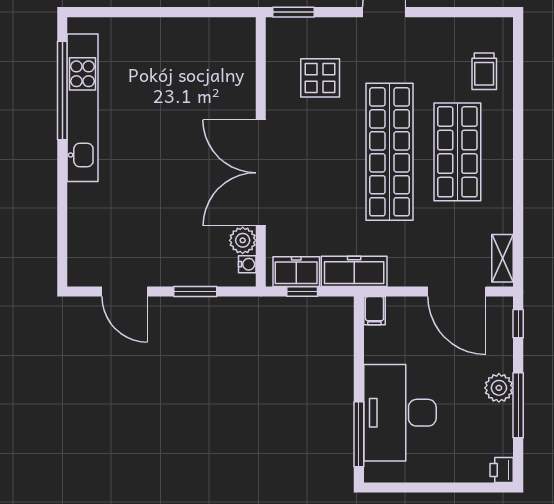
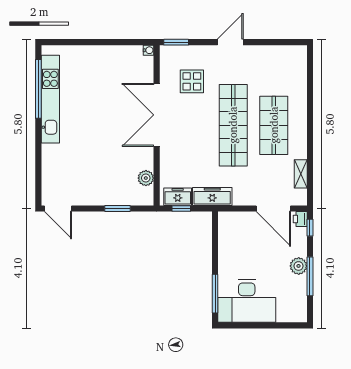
trolley: (484, 71) -> (290, 77), removed
double door: (261, 173) -> (157, 115), moved
shelving: (503, 258) -> (301, 174), moved
water cooler: (247, 264) -> (149, 50), moved
door: (125, 292) -> (58, 209), moved
filing cabinet: (374, 311) -> (224, 220), removed
desk: (400, 413) -> (247, 301), moved, turned -90
printer: (502, 470) -> (300, 219), moved

